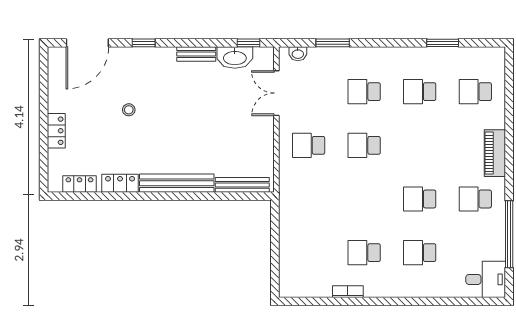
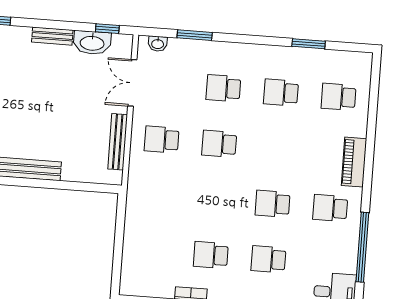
bench: (242, 185) -> (118, 142), moved, turned 90

